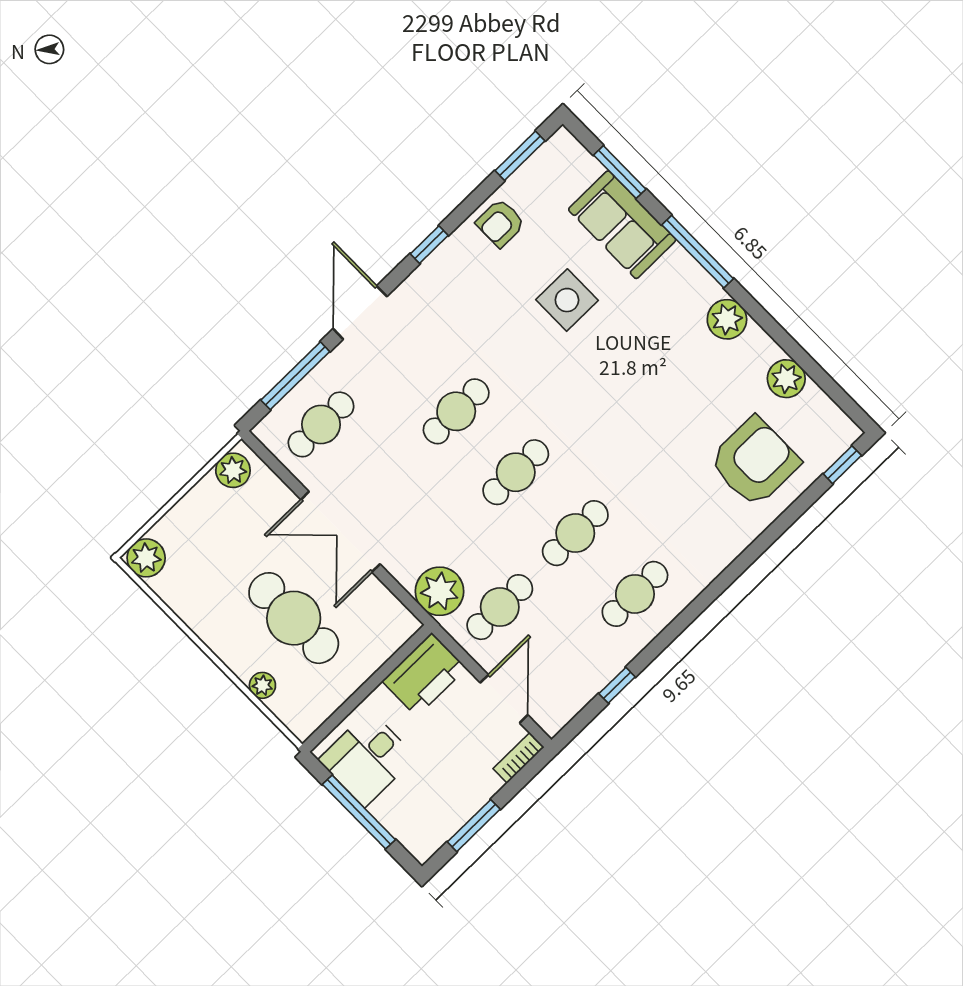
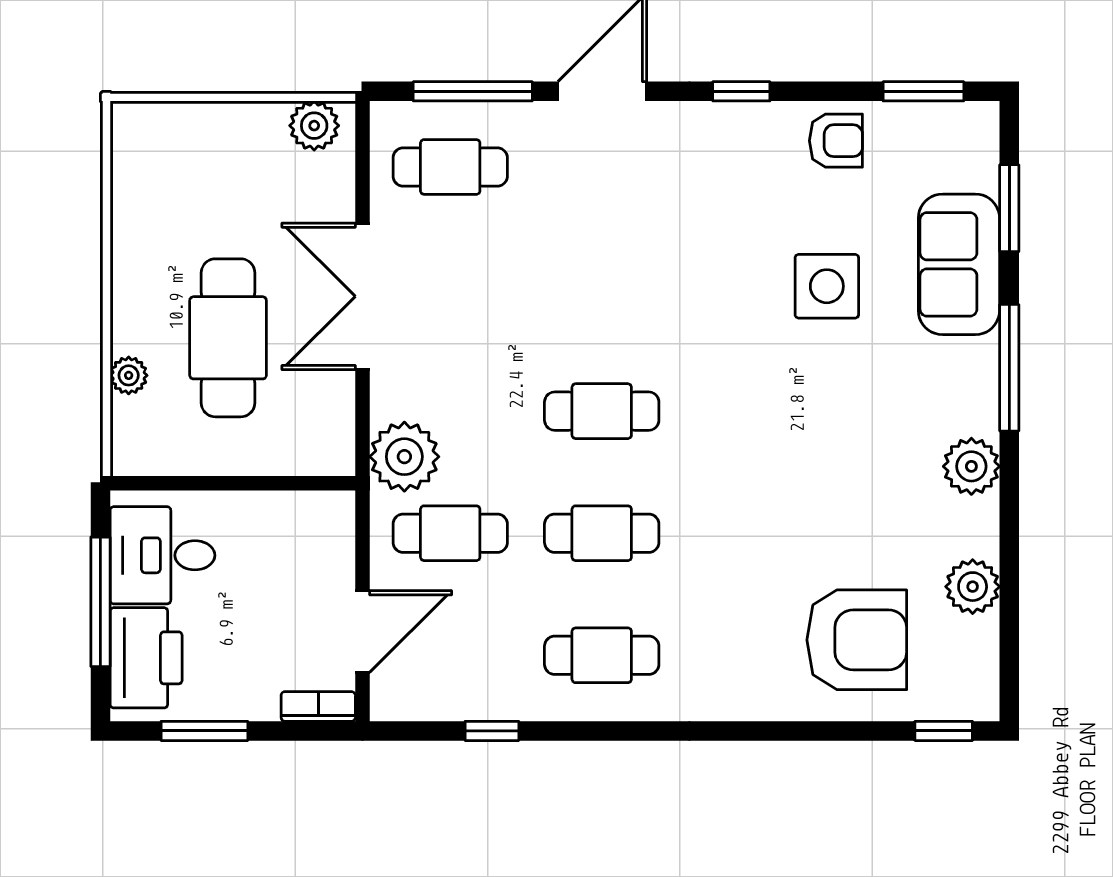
armchair: (500, 223) -> (836, 141), turned 180
cafe table: (456, 411) -> (602, 289), removed
plant: (146, 558) -> (137, 128), removed
printer: (424, 675) -> (146, 658), moved, turned -90

